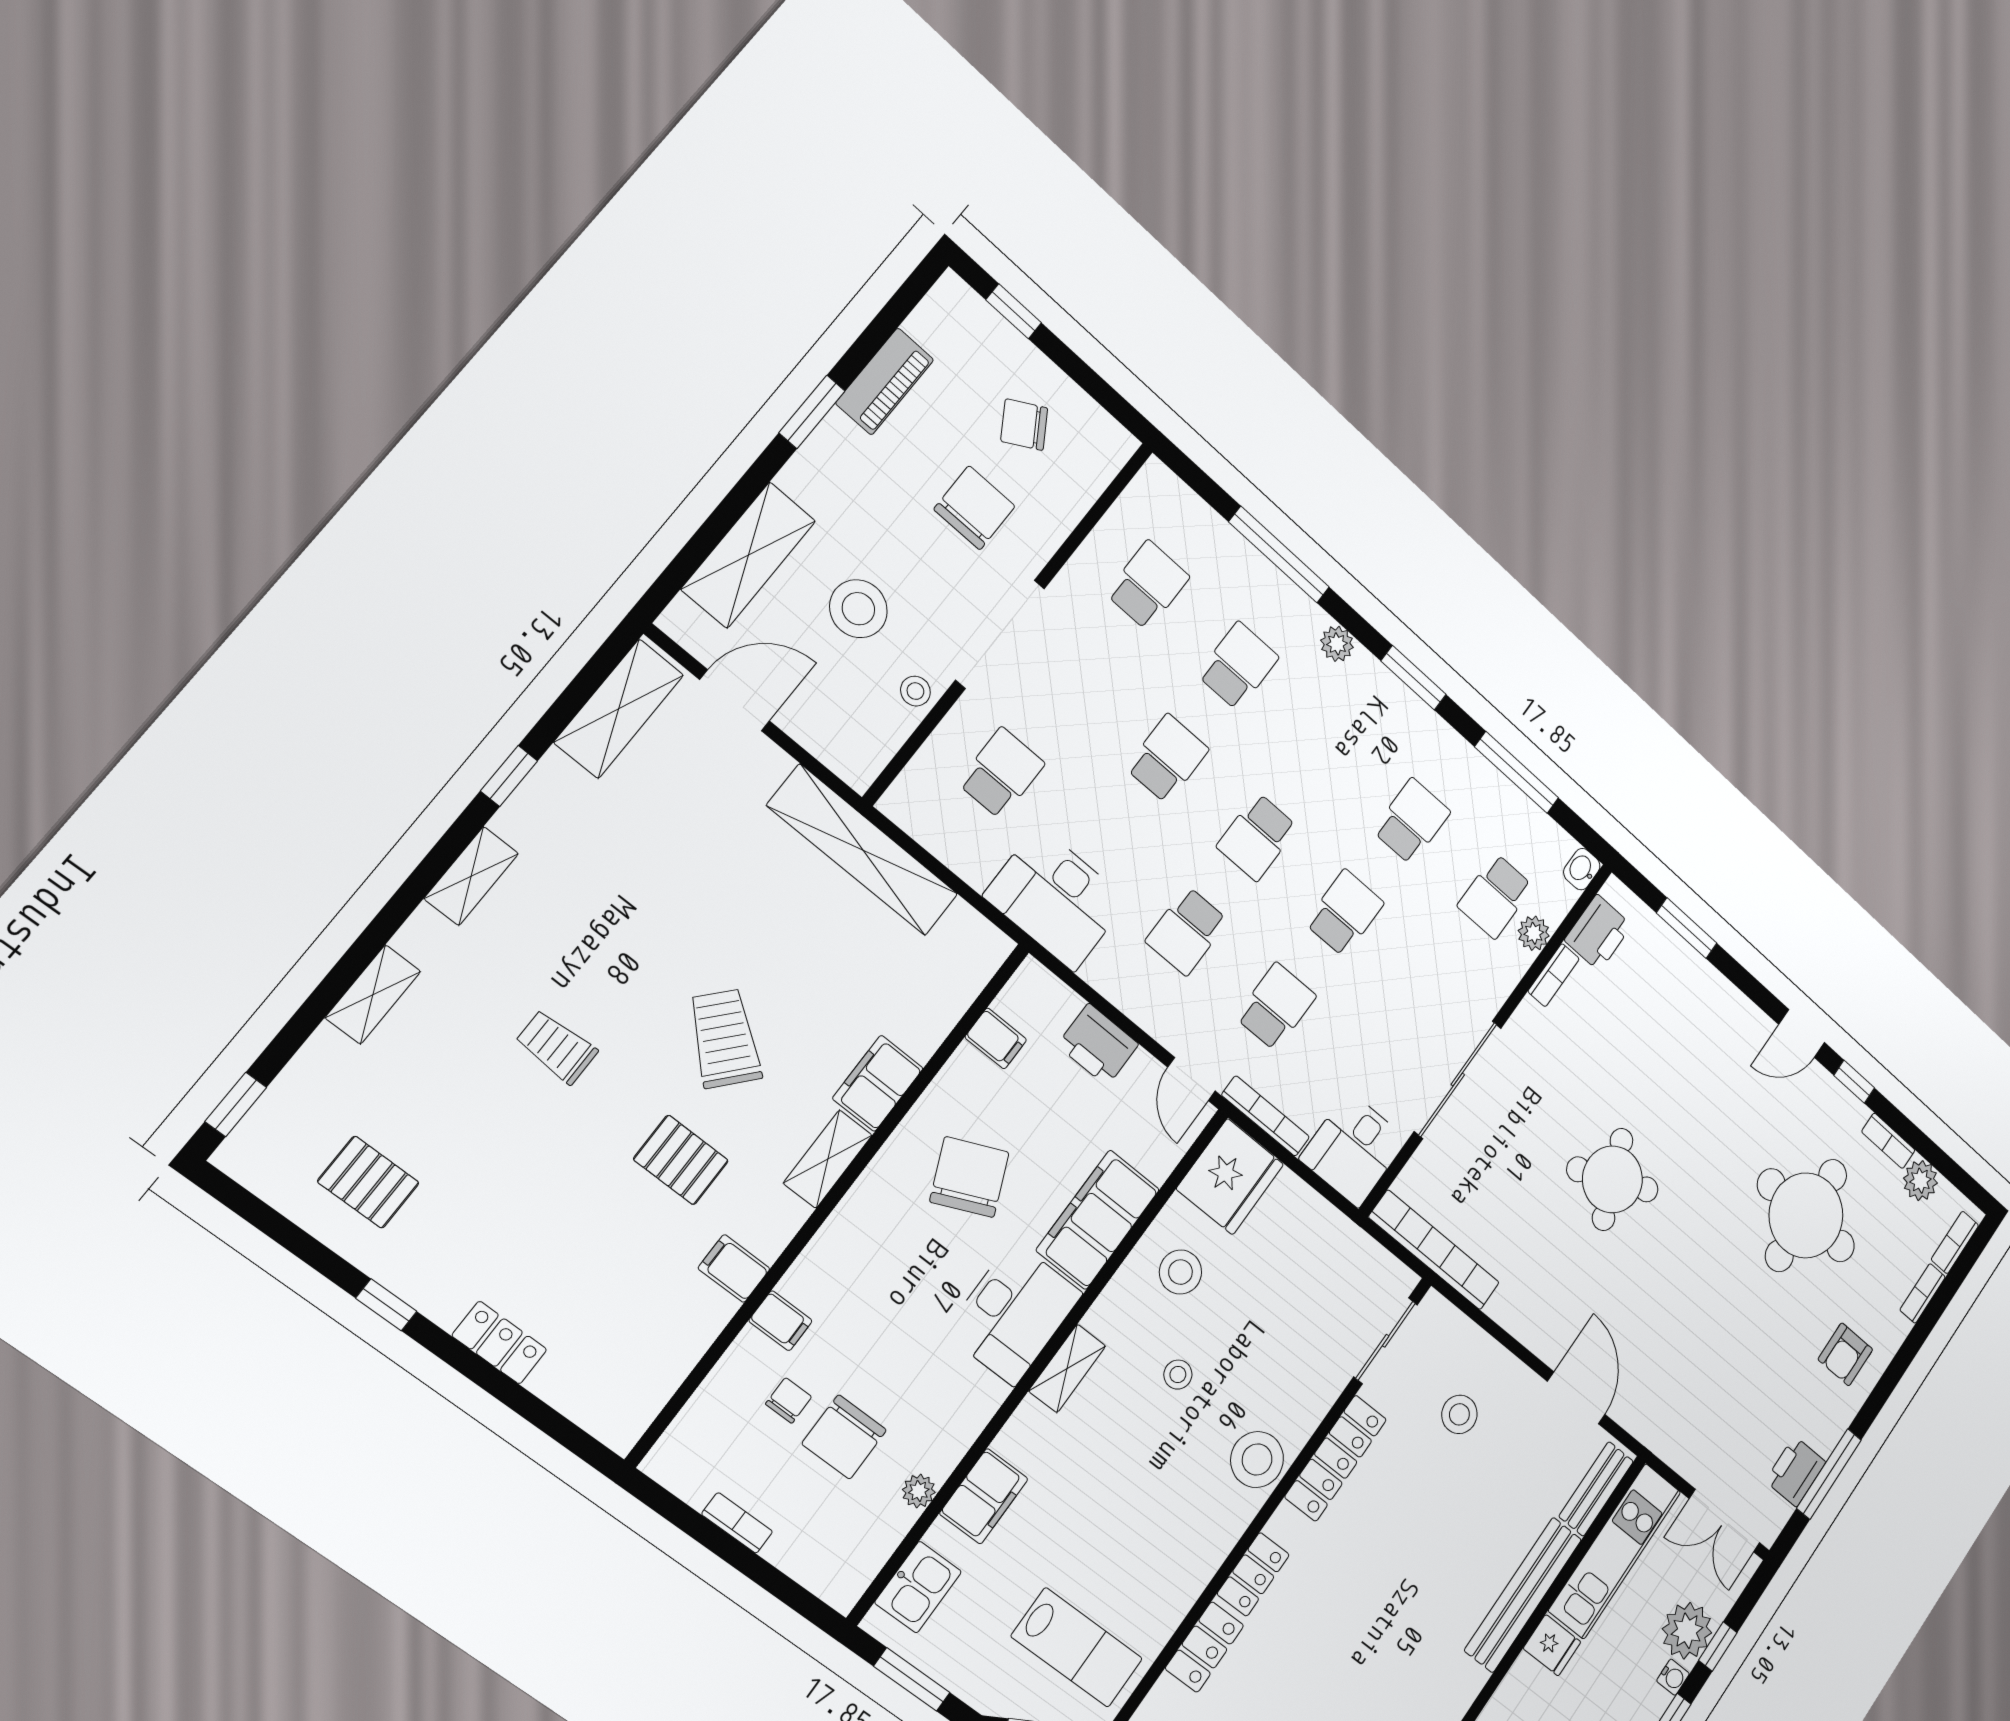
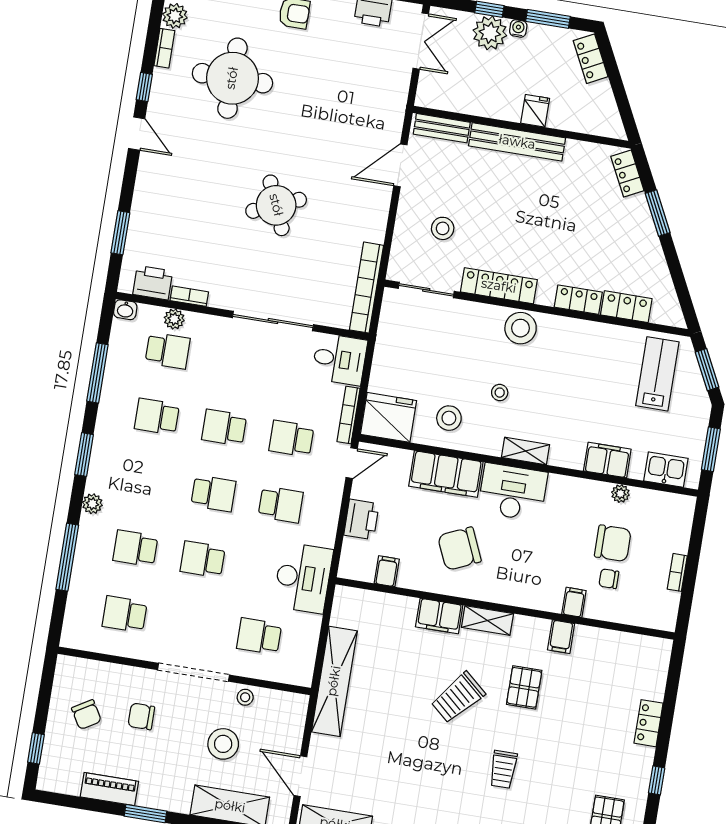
chair: (974, 508) -> (141, 716), width x0.73, depth x0.73
kitchen unit: (1615, 1551) -> (469, 100), removed

